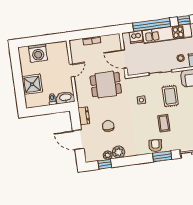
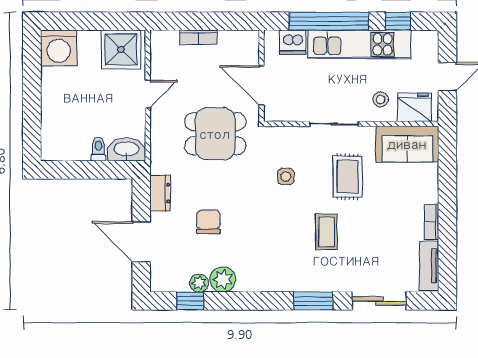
washing machine: (38, 53) -> (59, 48), moved
shower: (32, 84) -> (121, 50), moved
armchair: (155, 146) -> (302, 277), removed

